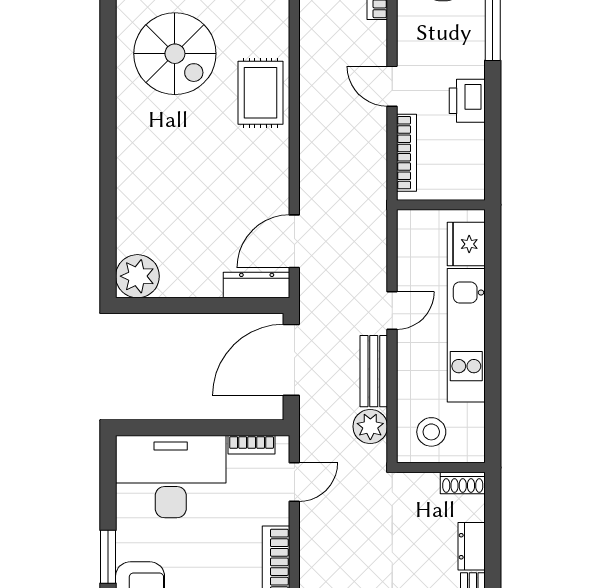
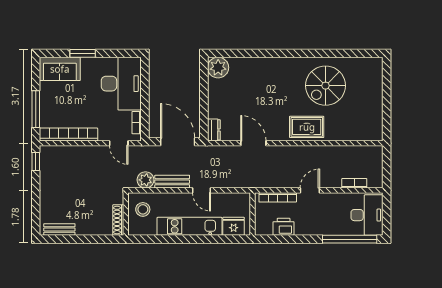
printer: (467, 101) -> (284, 227), moved
door: (294, 241) -> (253, 143), moved
dresser: (257, 285) -> (214, 130), width x0.70
shoe rack: (463, 483) -> (118, 220), width x1.43
dresser: (472, 546) -> (88, 229), removed

